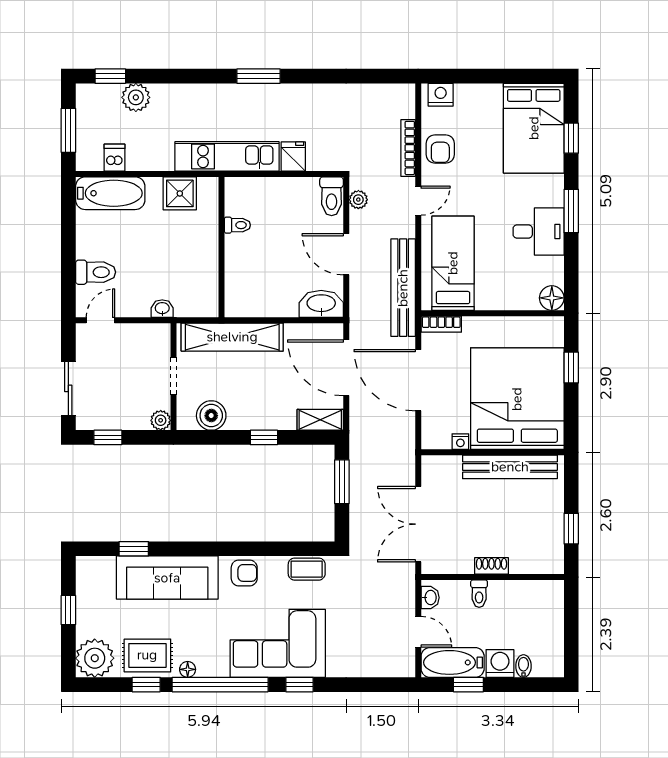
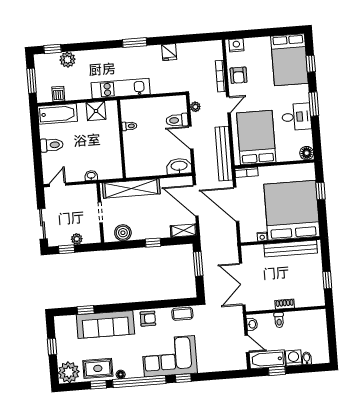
fridge: (293, 157) -> (169, 52), moved, turned 180
toilet: (332, 196) -> (177, 120), moved, turned 90
bed: (453, 263) -> (256, 138), width x1.50
toilet: (96, 272) -> (52, 145), moved
plant: (161, 420) -> (77, 239), moved

